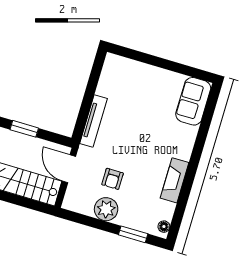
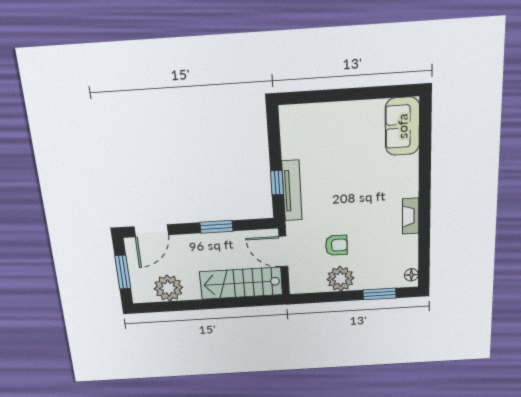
window: (84, 111) -> (277, 183), added
armchair: (113, 179) -> (336, 245), turned -90
fireplace: (175, 180) -> (411, 216), width x0.73, depth x0.76

